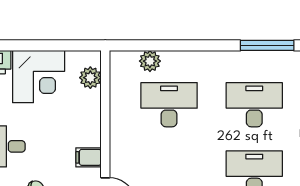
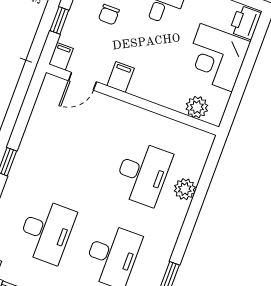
plant: (150, 61) -> (185, 189), moved

